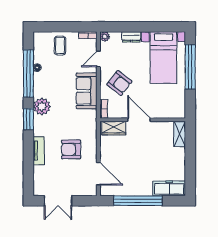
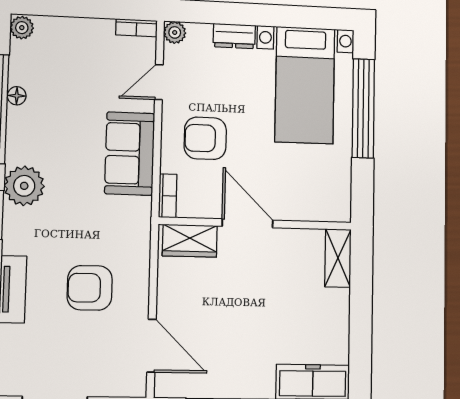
plant: (38, 38) -> (22, 28), added
coffee table: (60, 46) -> (72, 48), removed
armchair: (119, 83) -> (205, 138), turned 142

